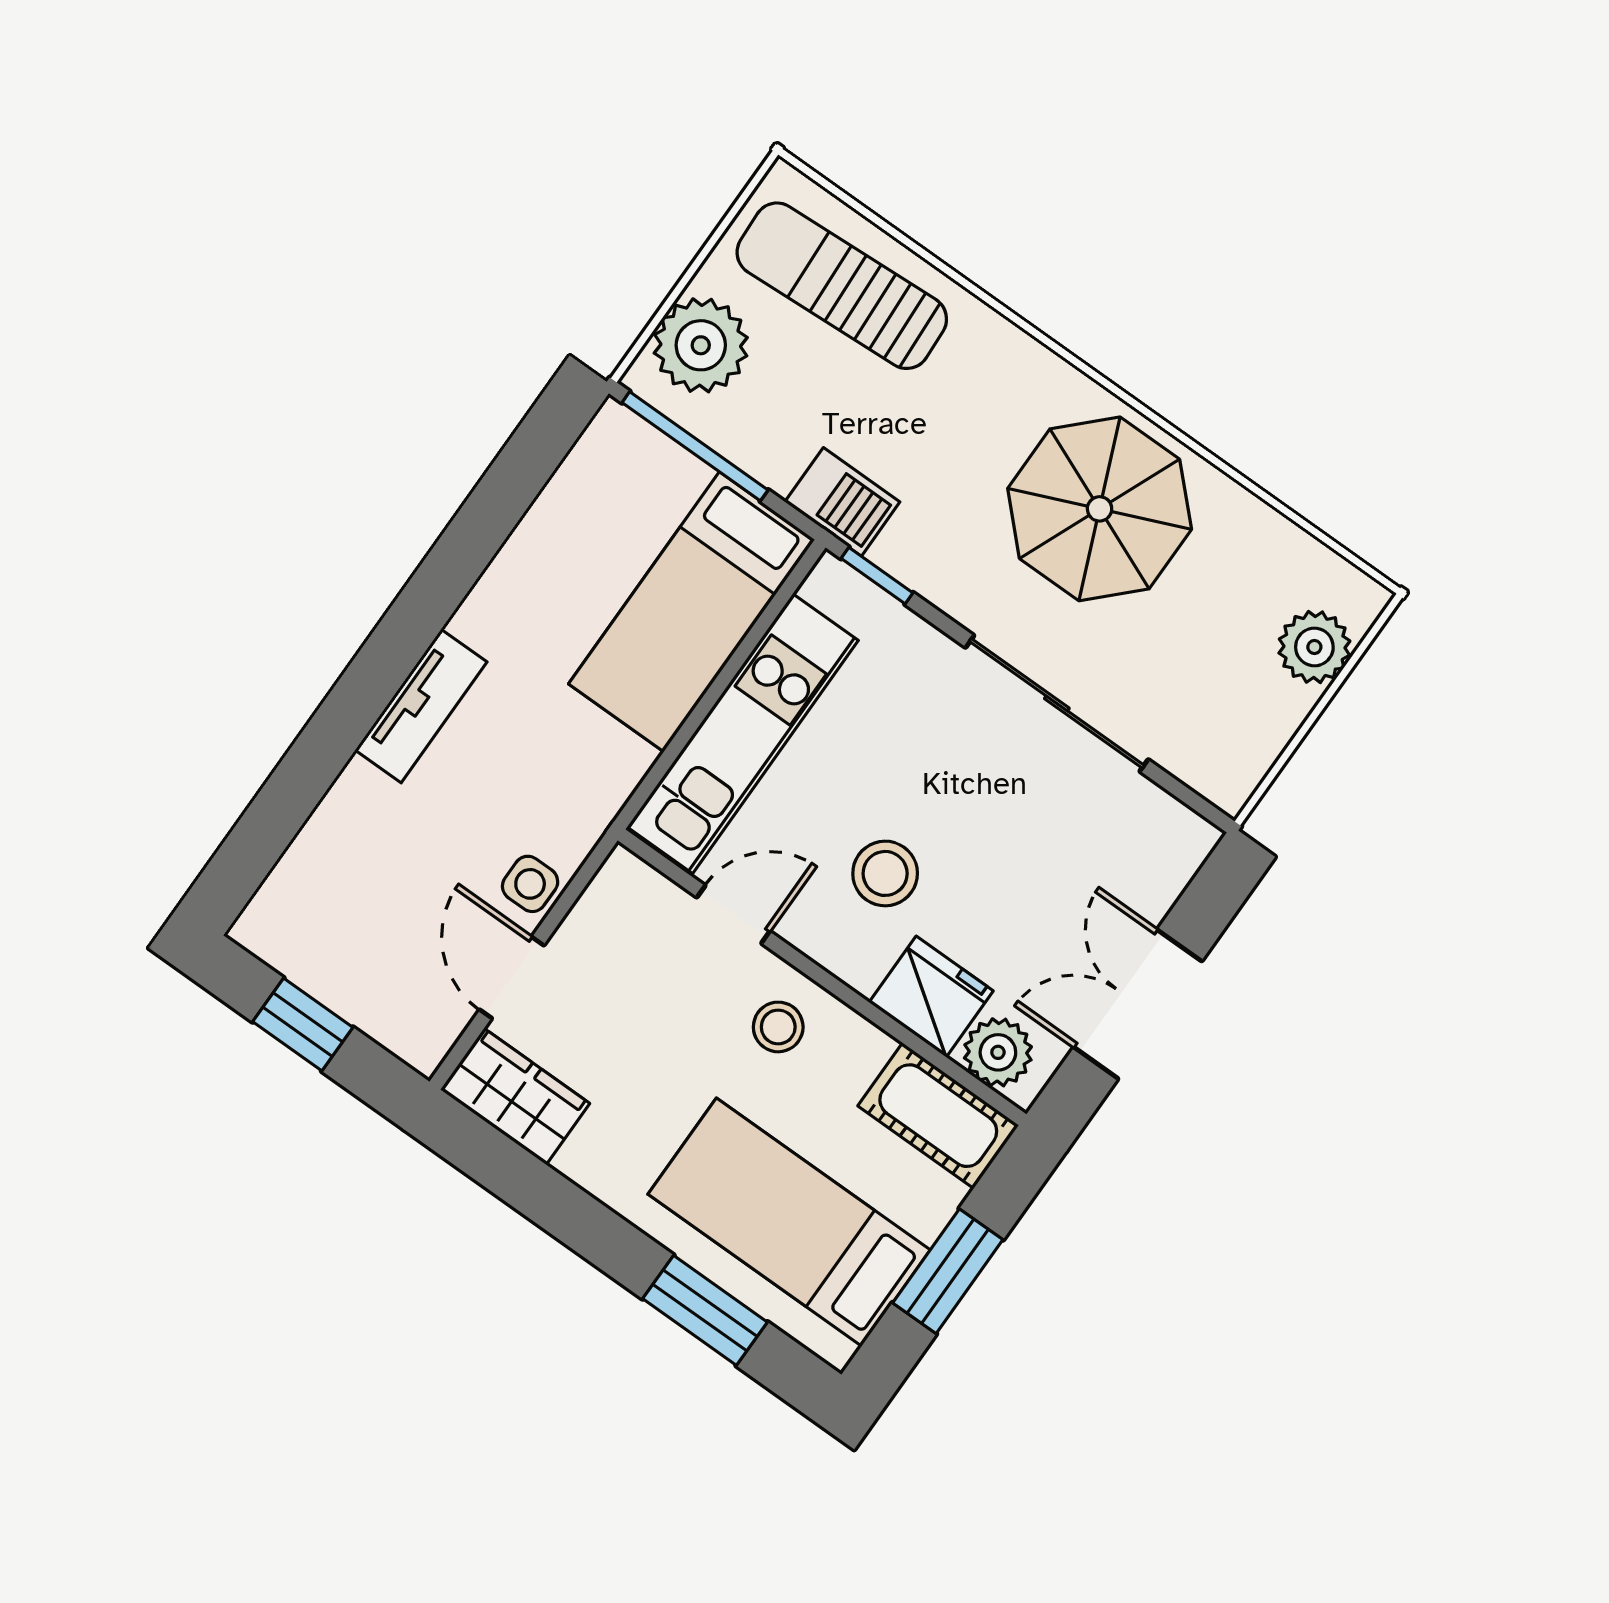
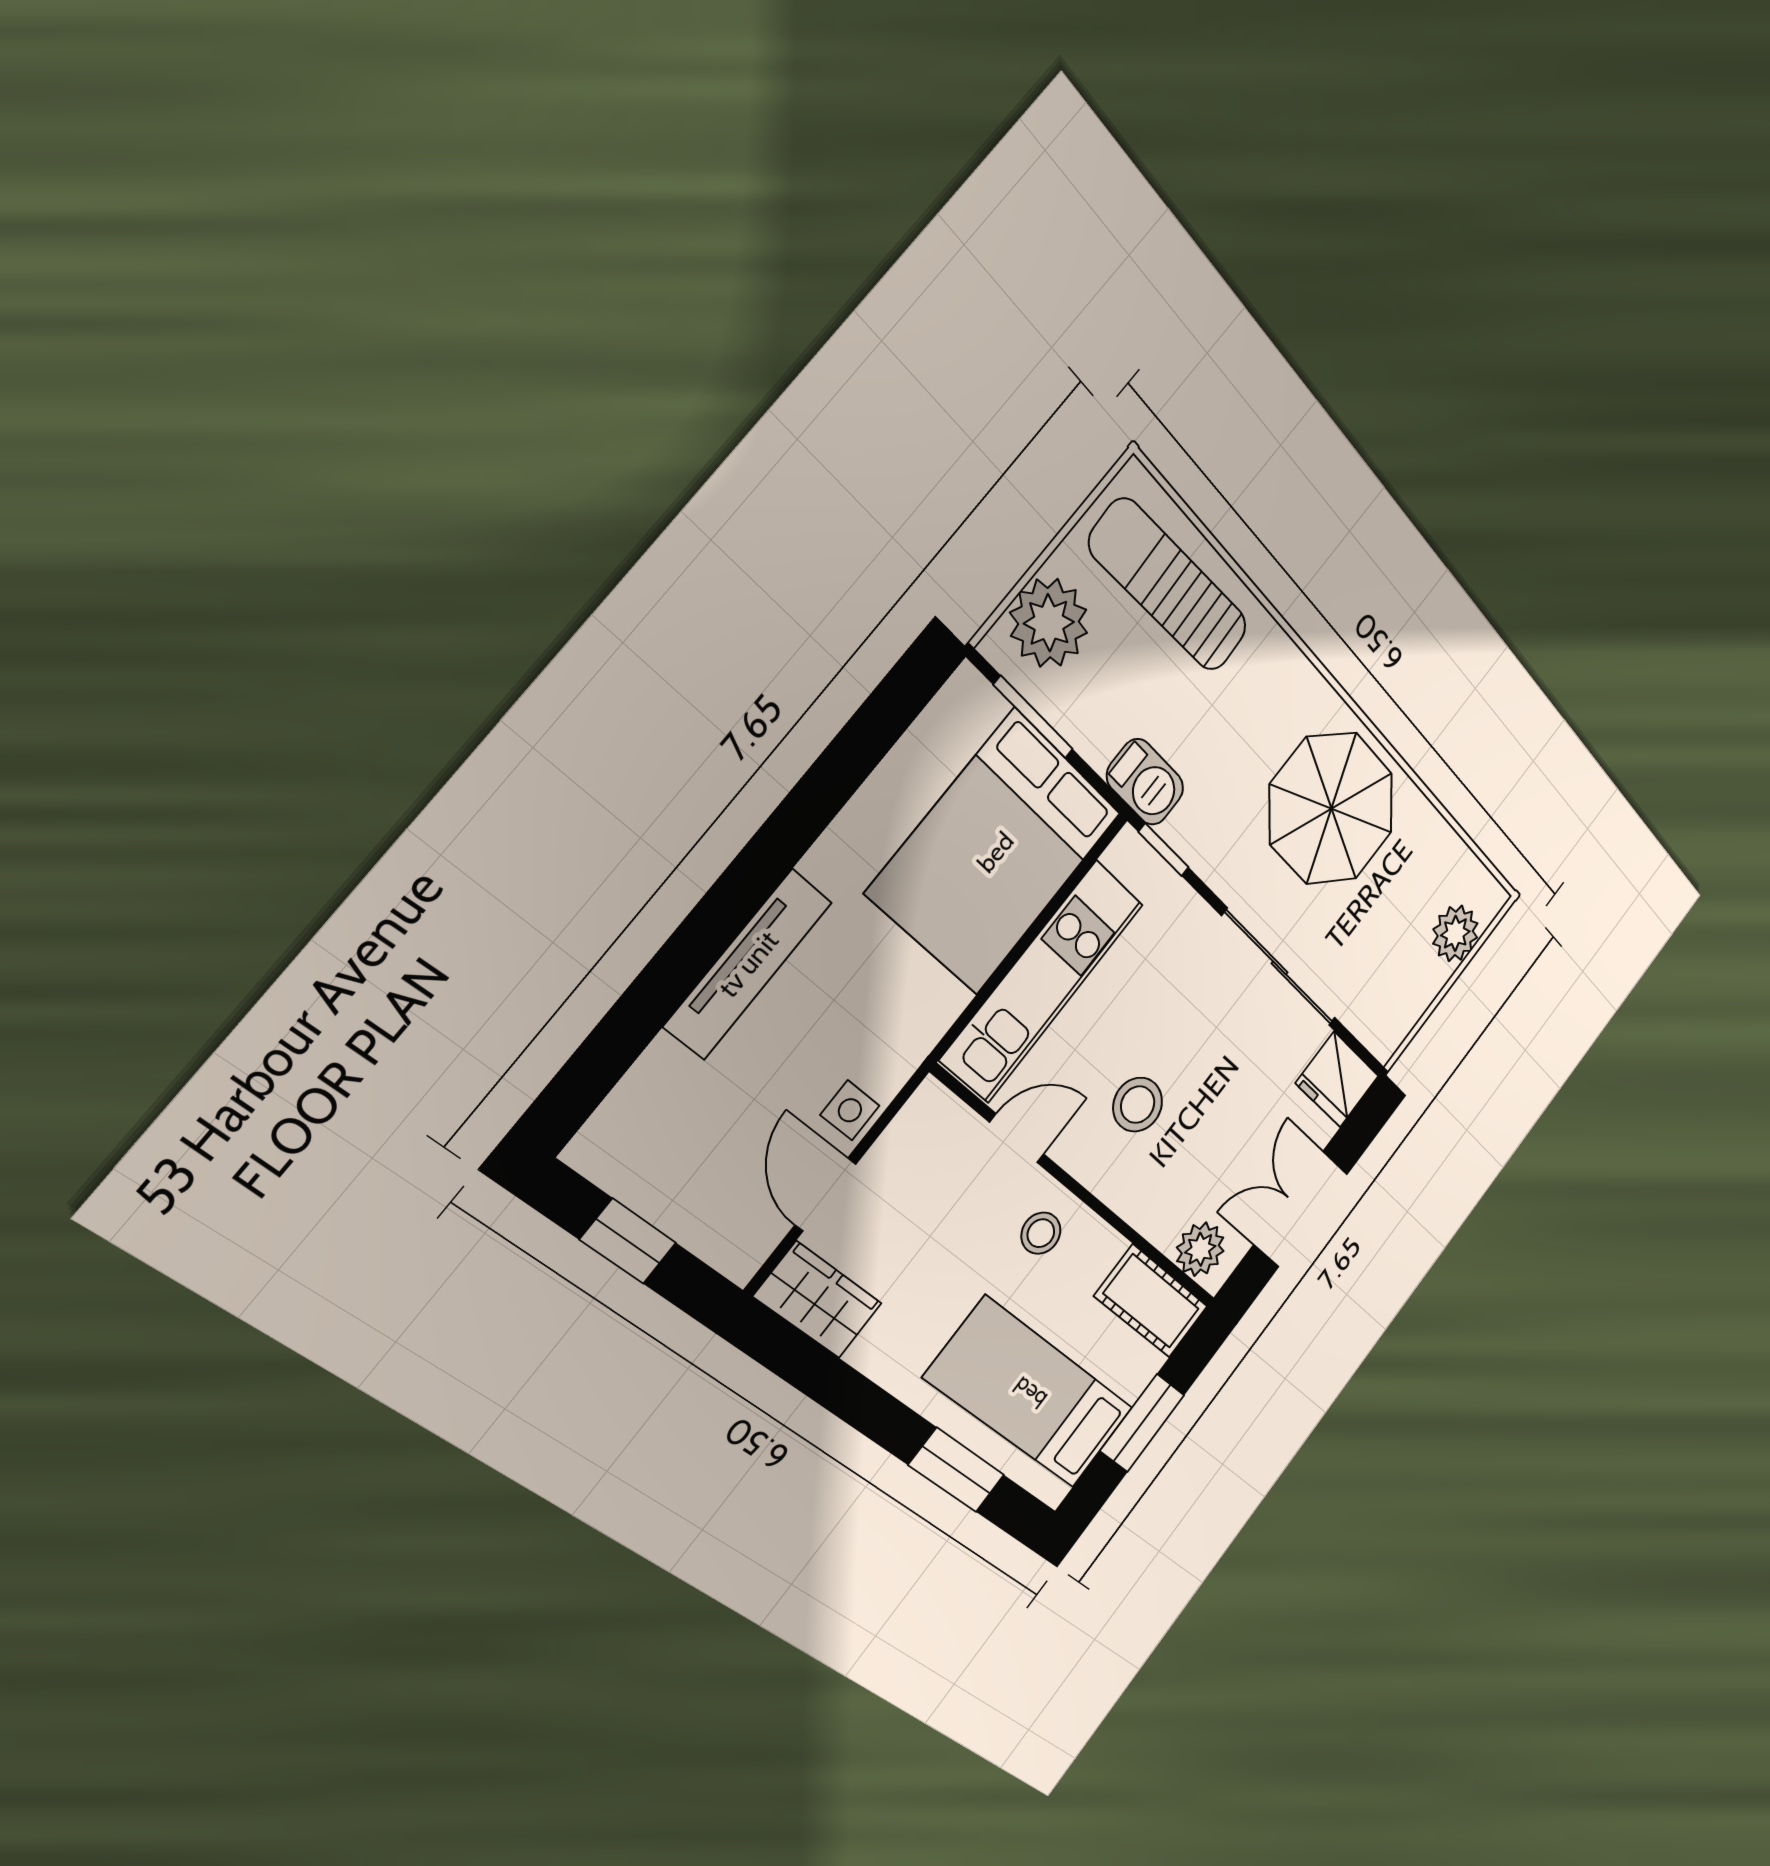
window: (695, 446) -> (1033, 717), width x0.69
bed: (692, 612) -> (995, 852), width x1.50
tv unit: (421, 706) -> (748, 964), width x1.41
fridge: (931, 997) -> (1337, 1079), moved, turned 180

